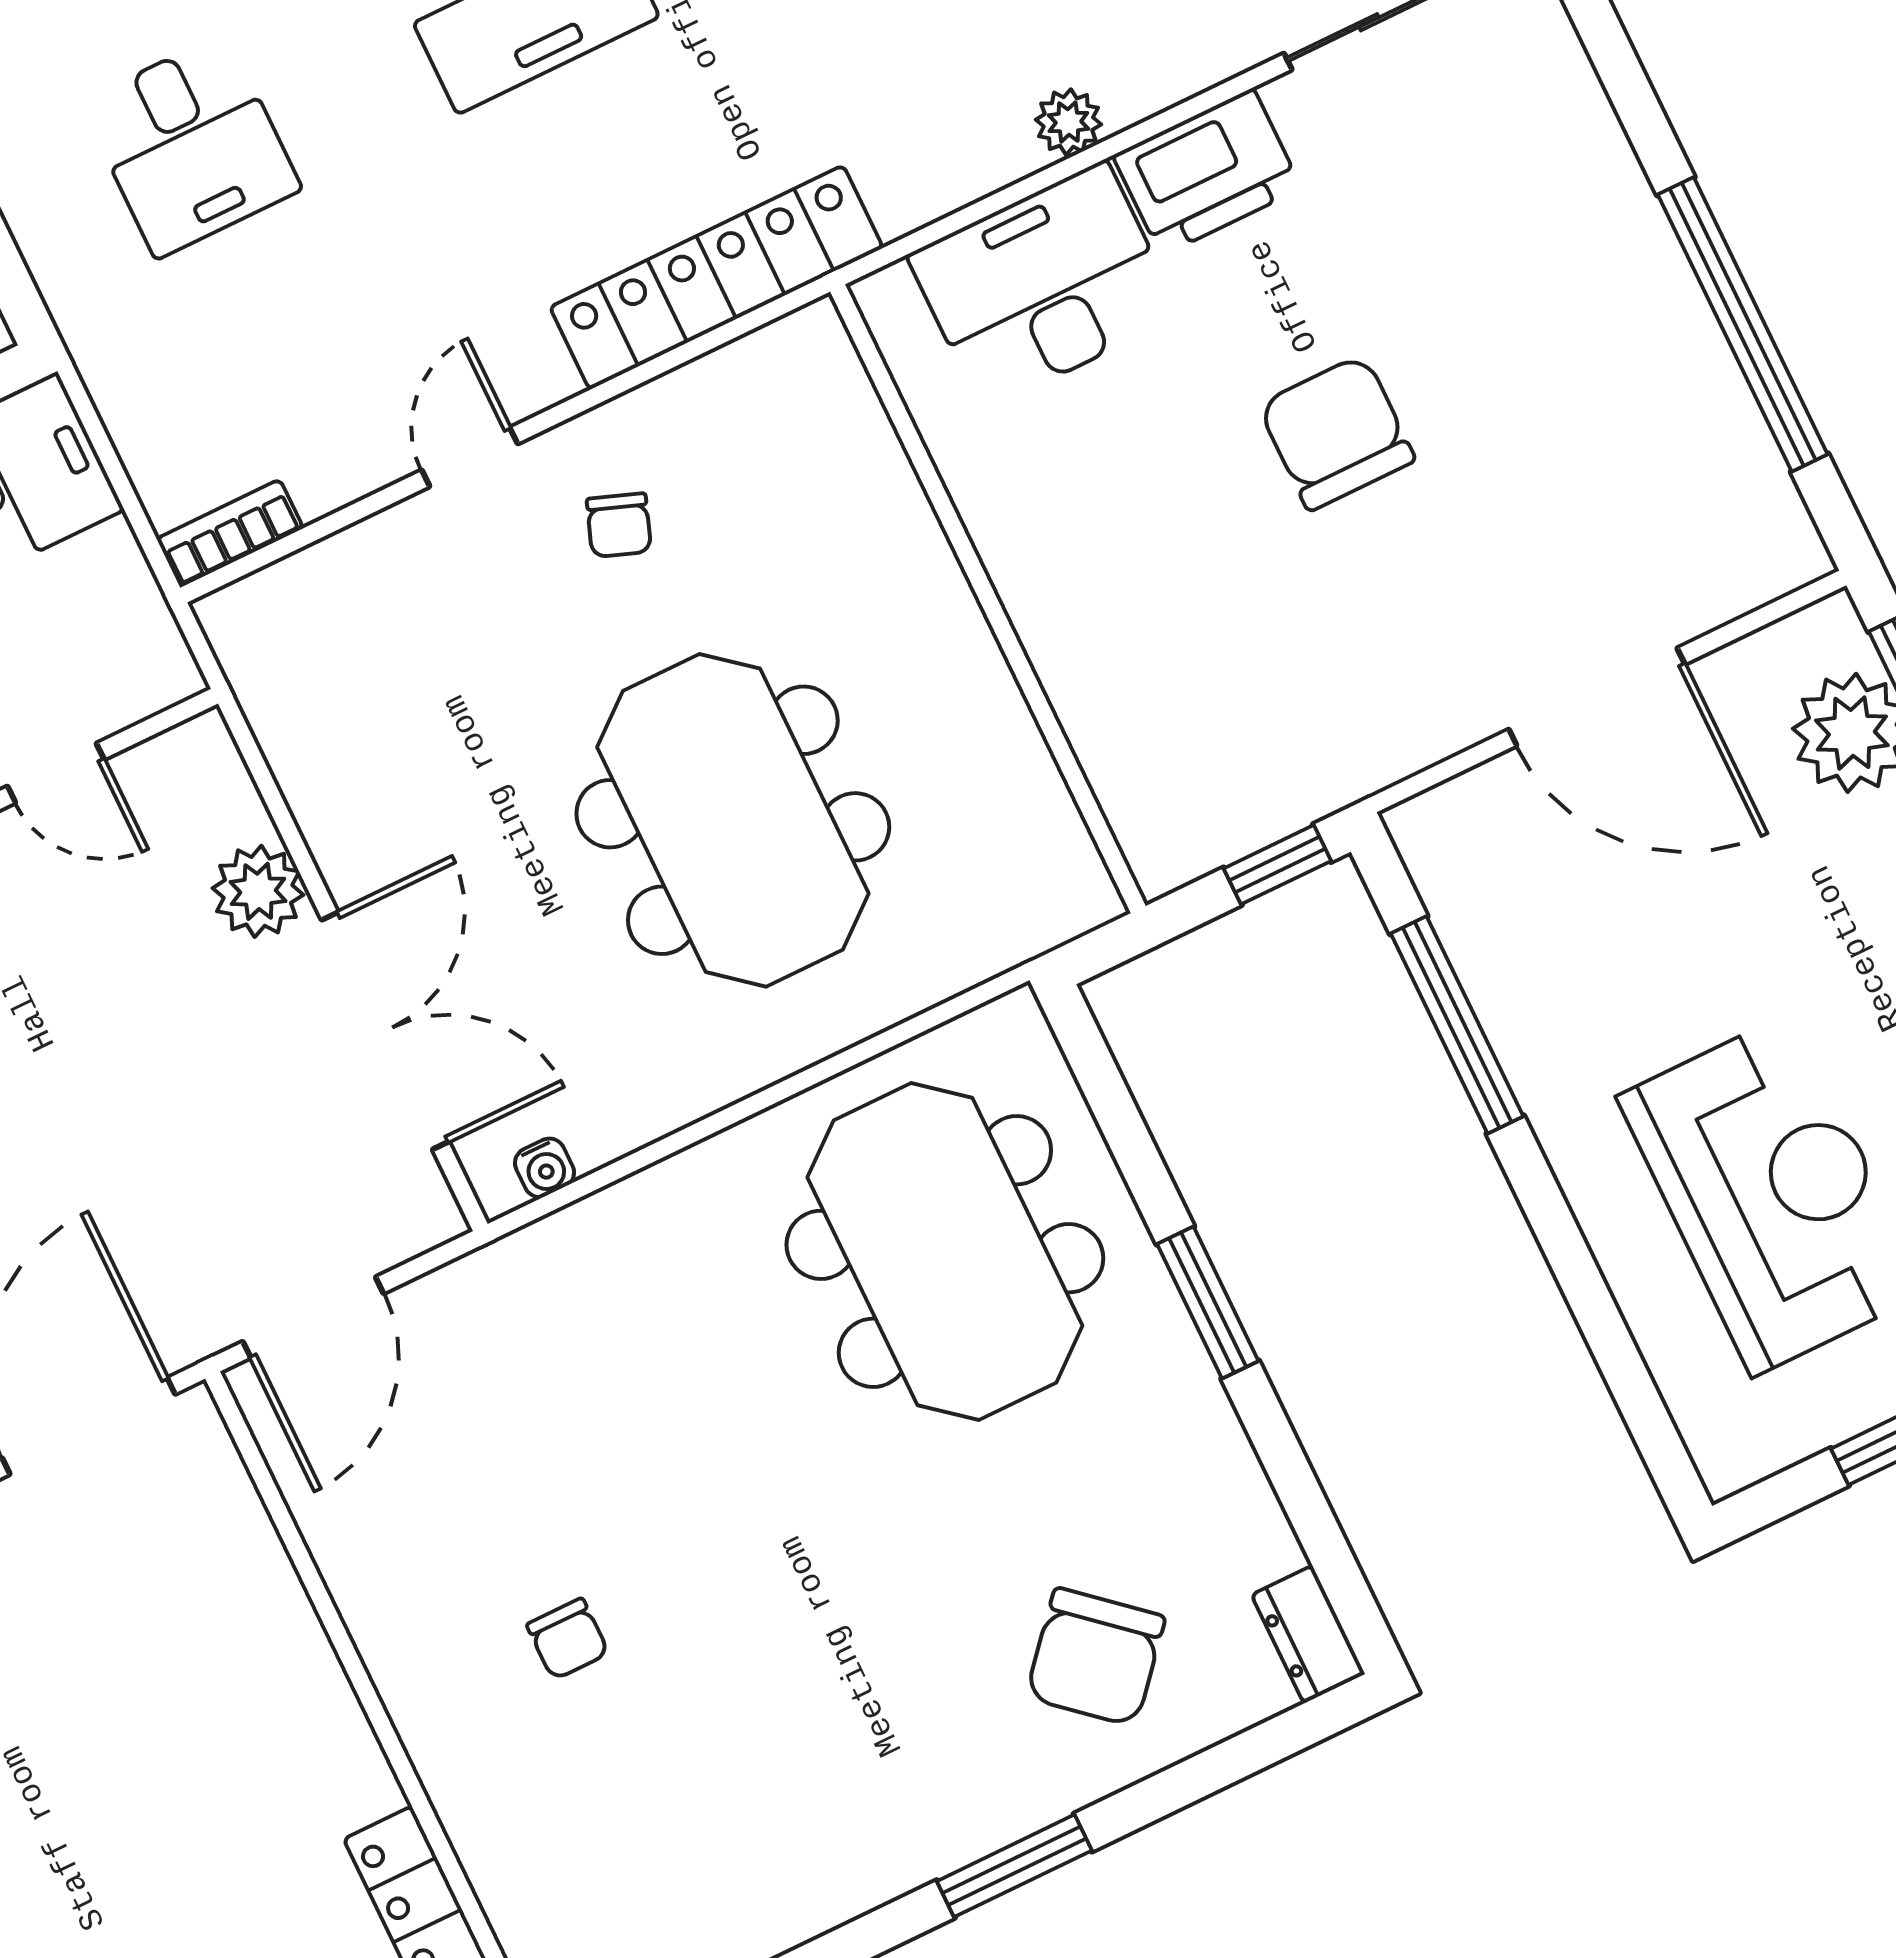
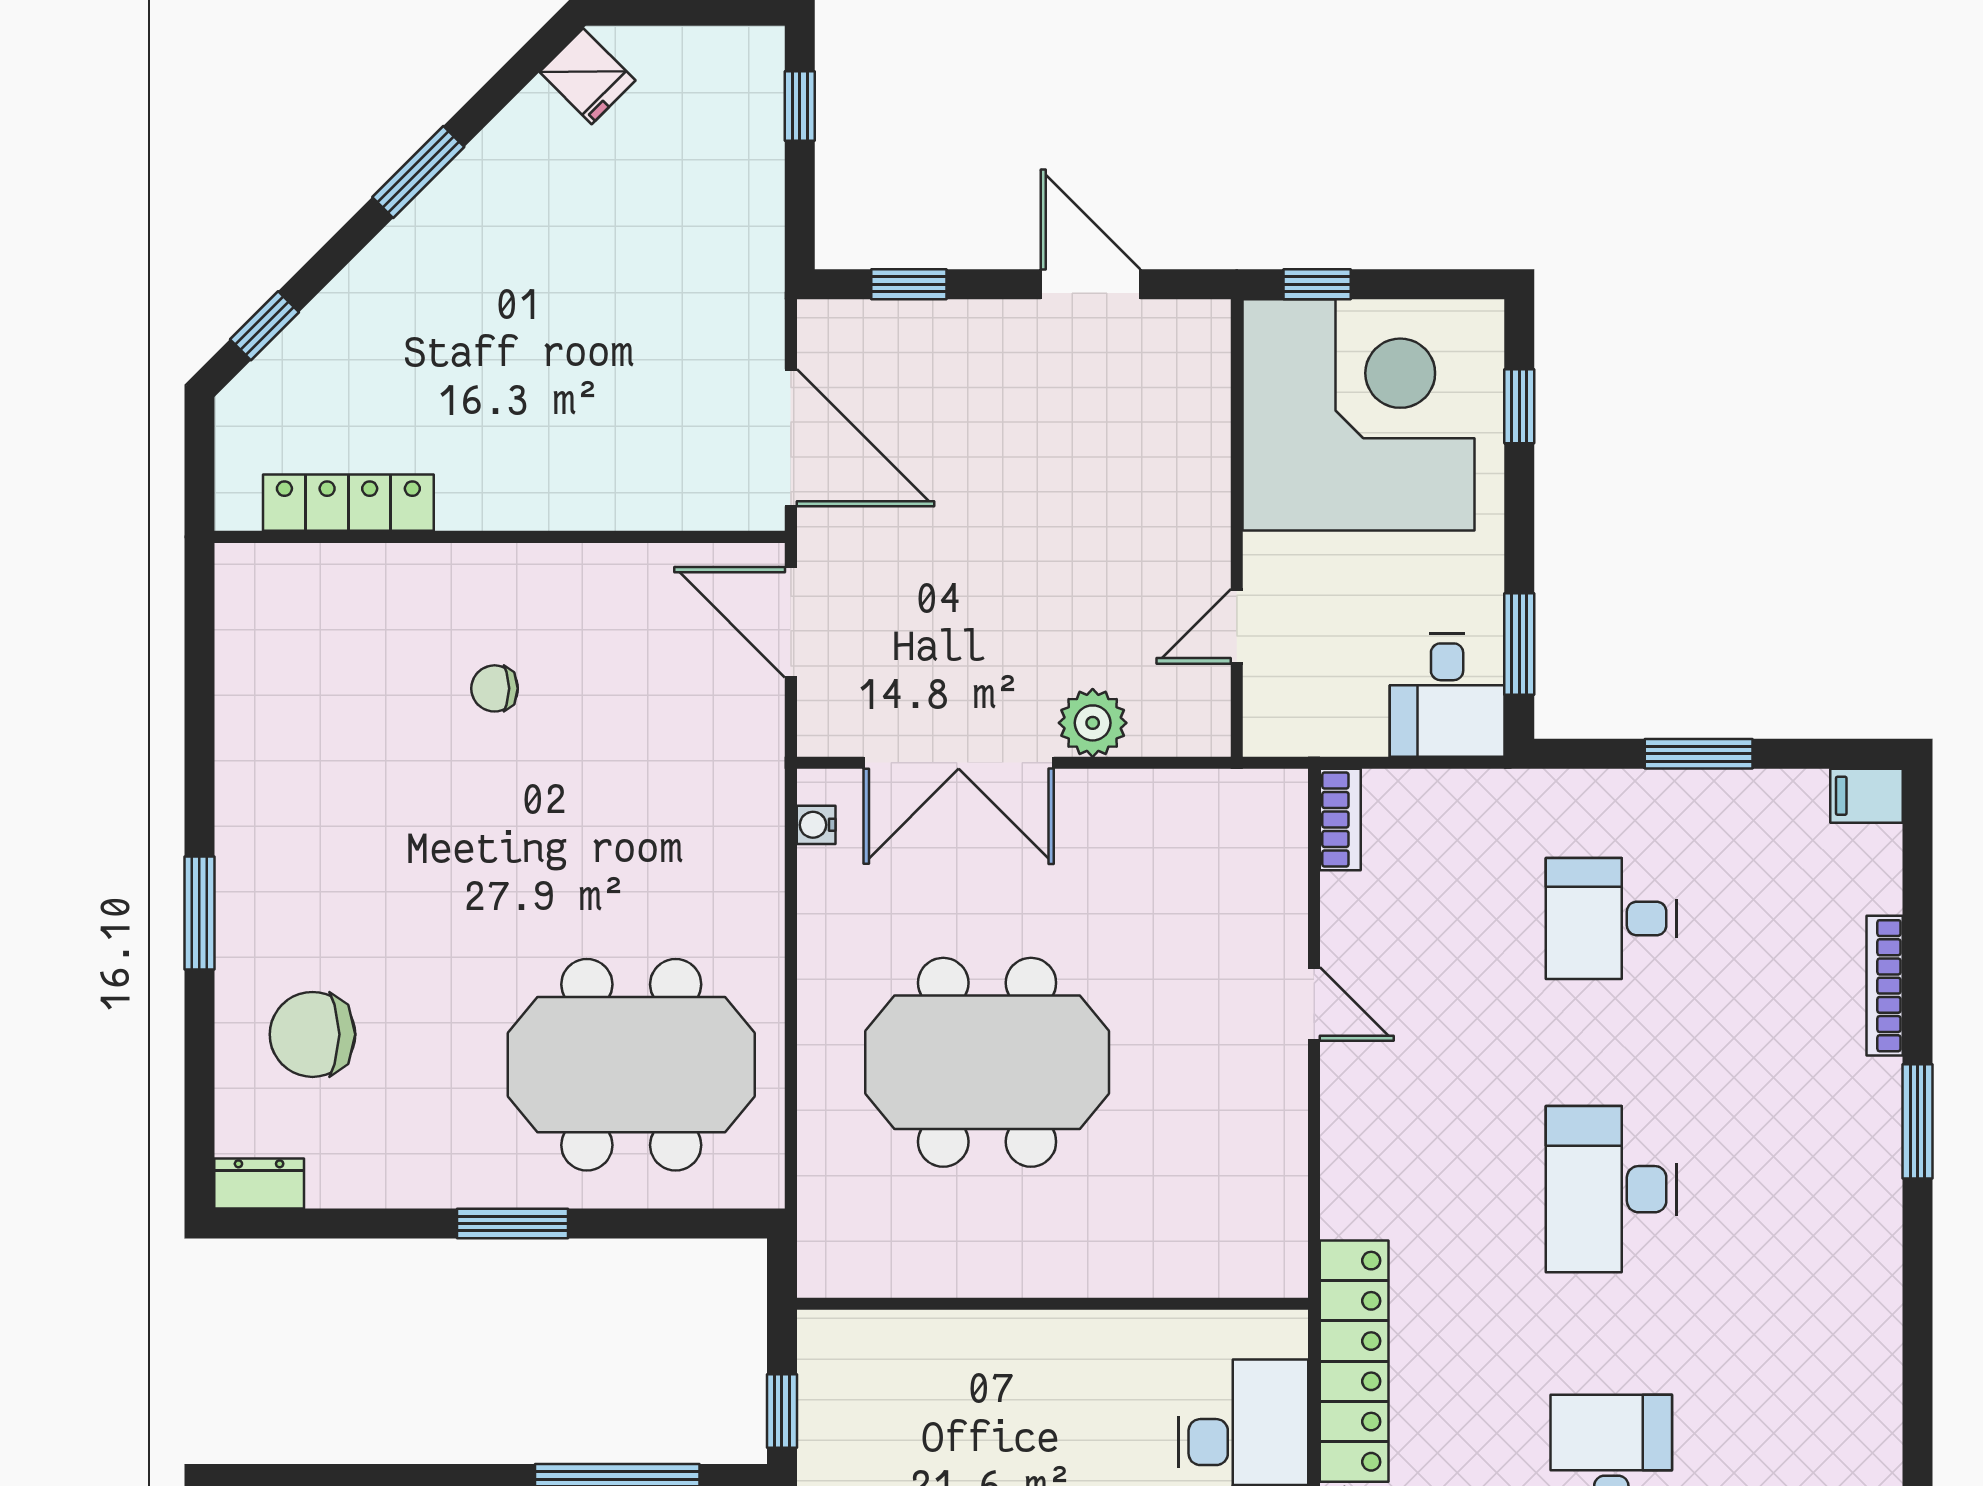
locker: (716, 277) -> (1354, 1361), moved
chair: (619, 525) -> (1220, 1081), removed
chair: (1095, 1657) -> (312, 1034), turned -41

